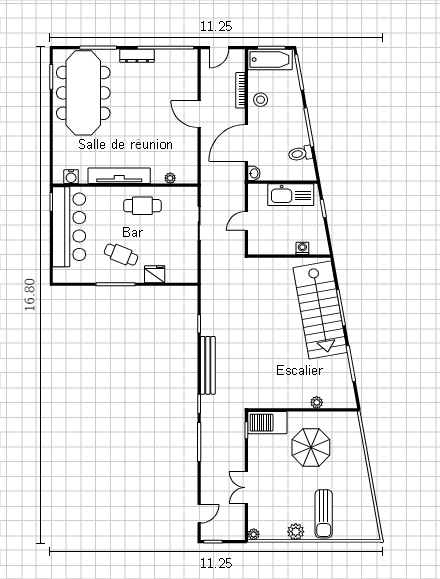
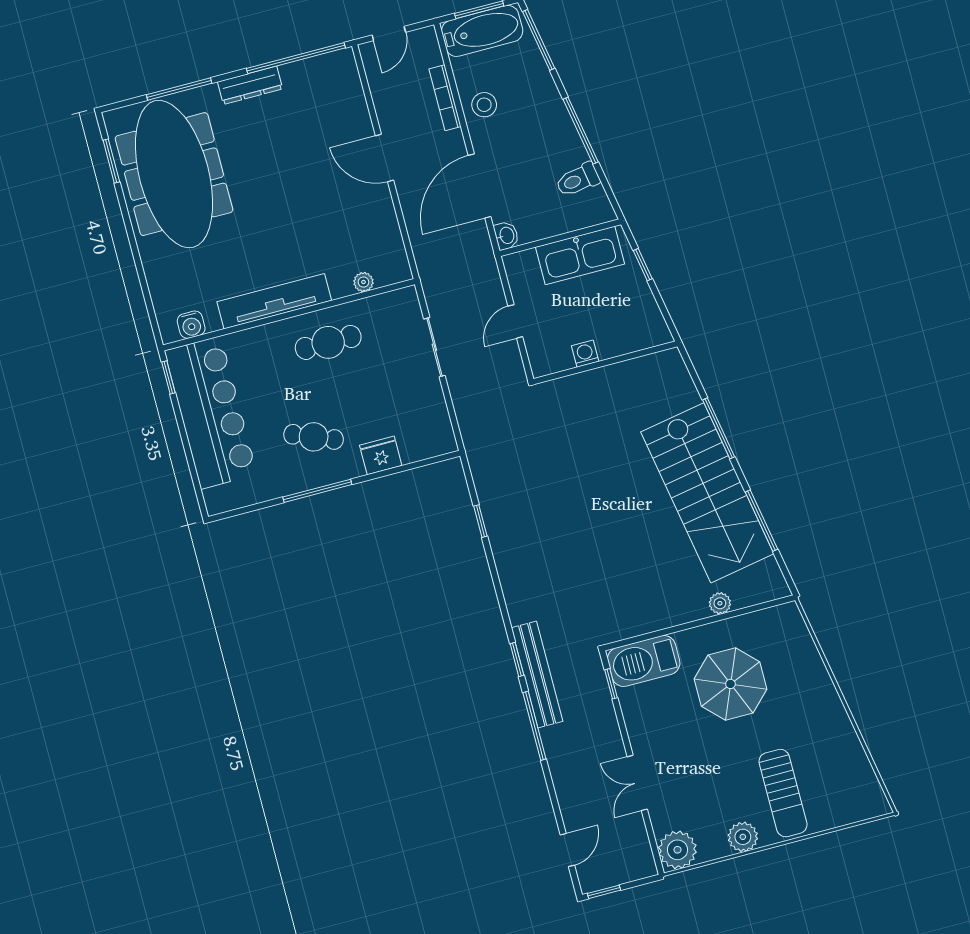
washing machine: (302, 248) -> (585, 354), moved
stairs: (320, 310) -> (707, 493), moved
bench: (208, 365) -> (537, 675), moved
plant: (254, 534) -> (677, 850), width x1.87, depth x1.87

